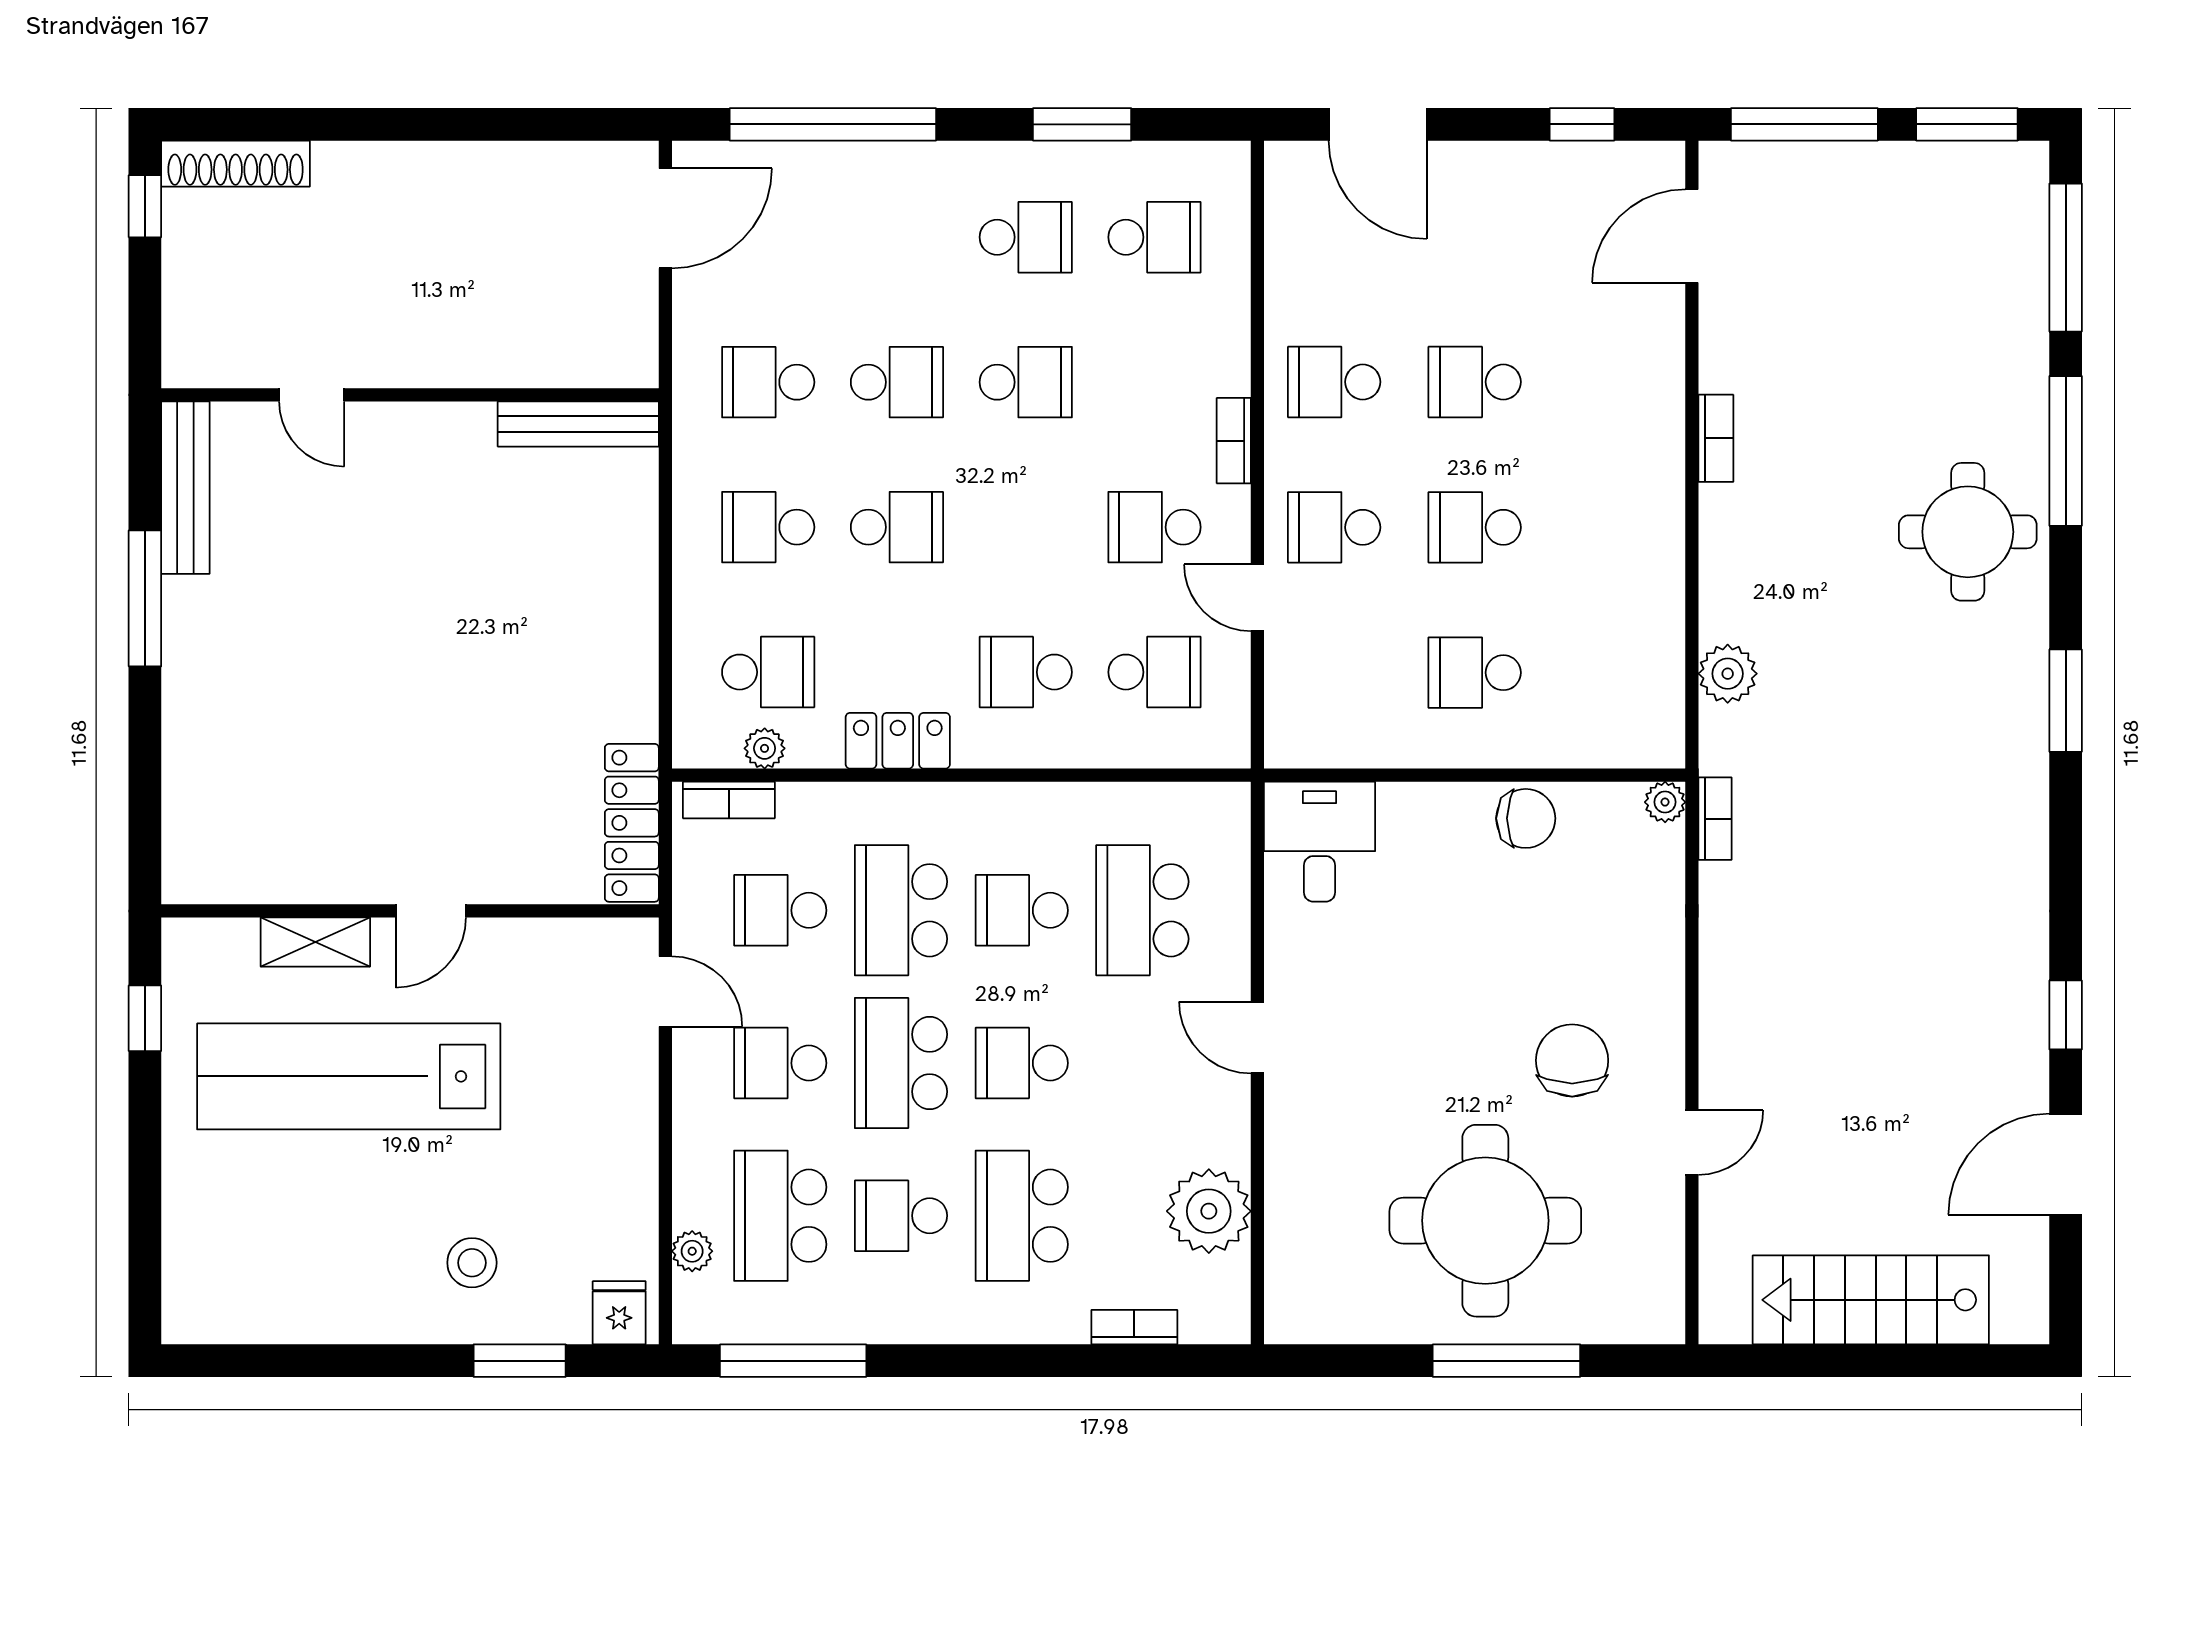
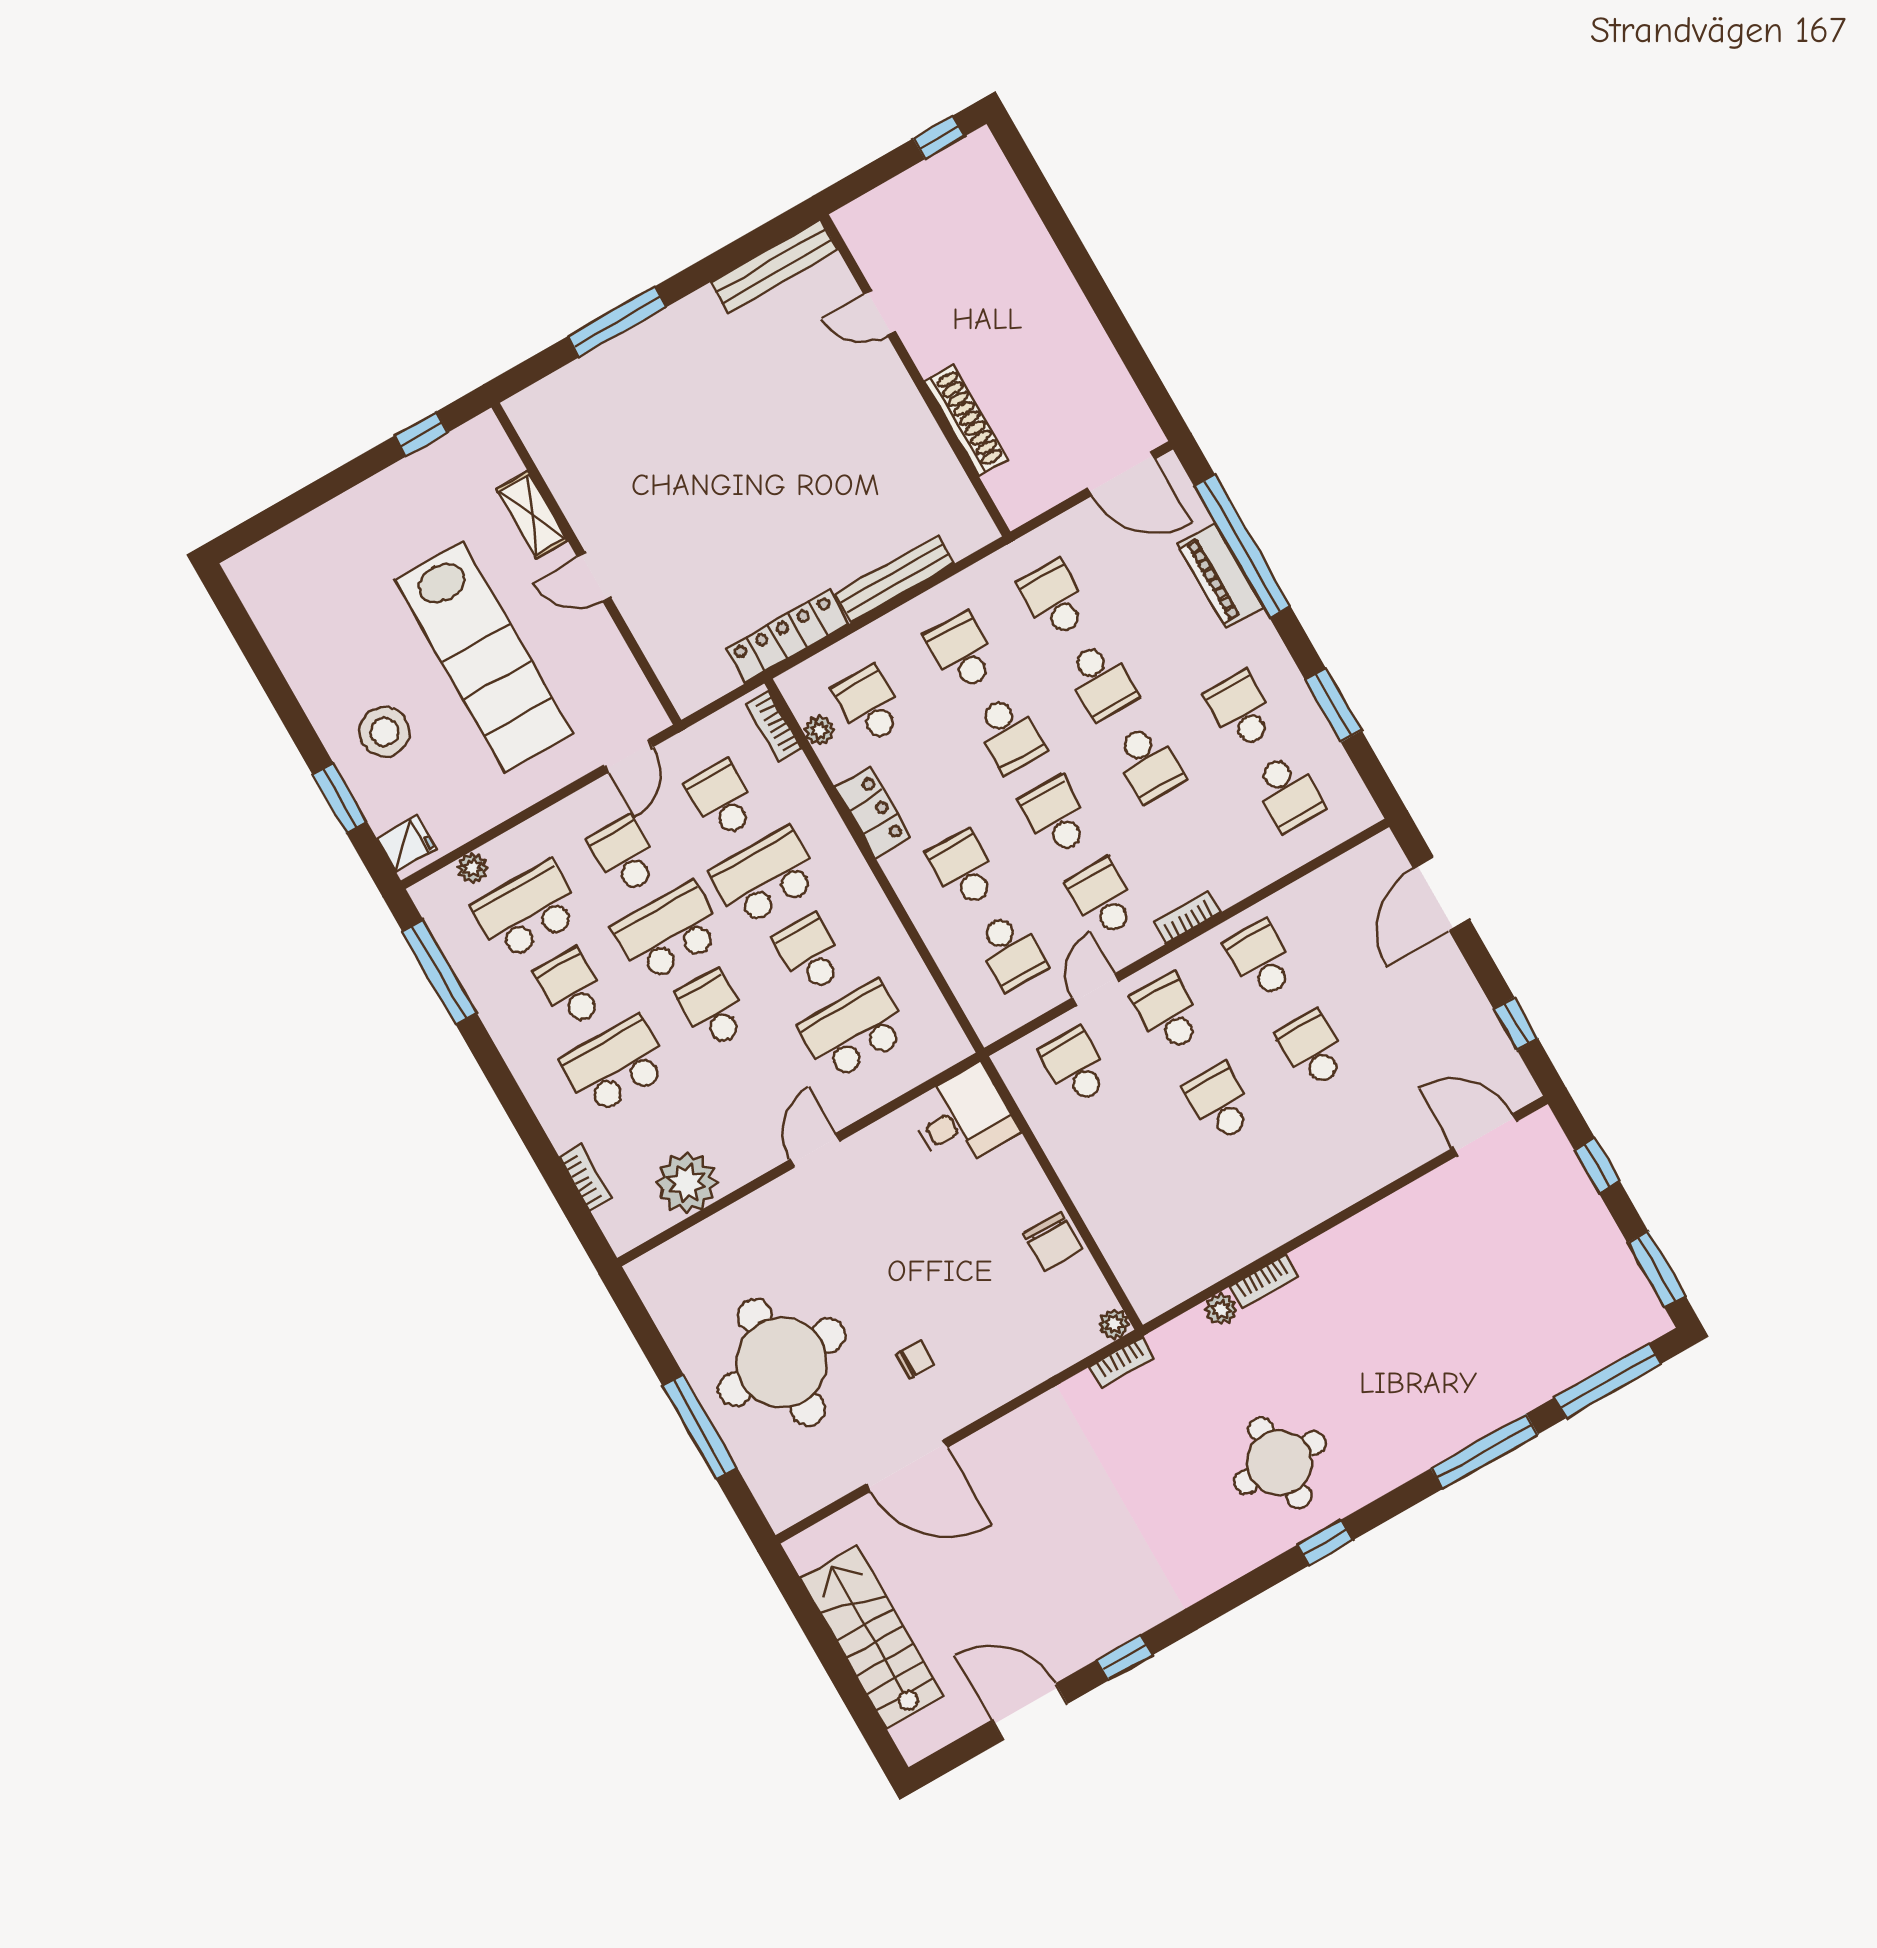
window: (1804, 124) -> (1597, 1166), width x0.46
shoe rack: (236, 164) -> (966, 420), moved, turned 180
piano: (853, 170) -> (1220, 575), added
school desk: (1026, 237) -> (1241, 710), turned 180
door: (312, 395) -> (879, 313), hinge flipped
bench: (578, 424) -> (895, 578), moved, turned 90
bookcase: (1716, 438) -> (1264, 1282), moved
school desk: (1026, 527) -> (1056, 816), added
round table: (1968, 532) -> (1280, 1463), moved
window: (145, 598) -> (617, 322), moved
school desk: (768, 672) -> (869, 705), turned 180
school desk: (1475, 673) -> (1076, 1066), moved
plant: (1728, 674) -> (1221, 1309), width x0.73, depth x0.73
window: (2066, 701) -> (1325, 1543), width x0.67
locker: (632, 823) -> (787, 636), moved
chair: (1572, 1060) -> (915, 1359), width x0.54, depth x0.54
lab bench: (349, 1076) -> (484, 657), moved, turned 180
door: (1692, 1143) -> (907, 1466), width x1.87
stool: (472, 1263) -> (385, 732), width x1.38, depth x1.38

